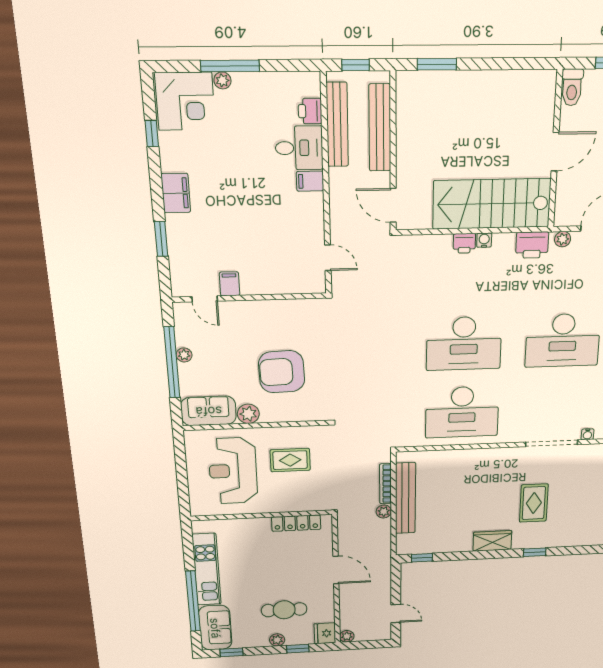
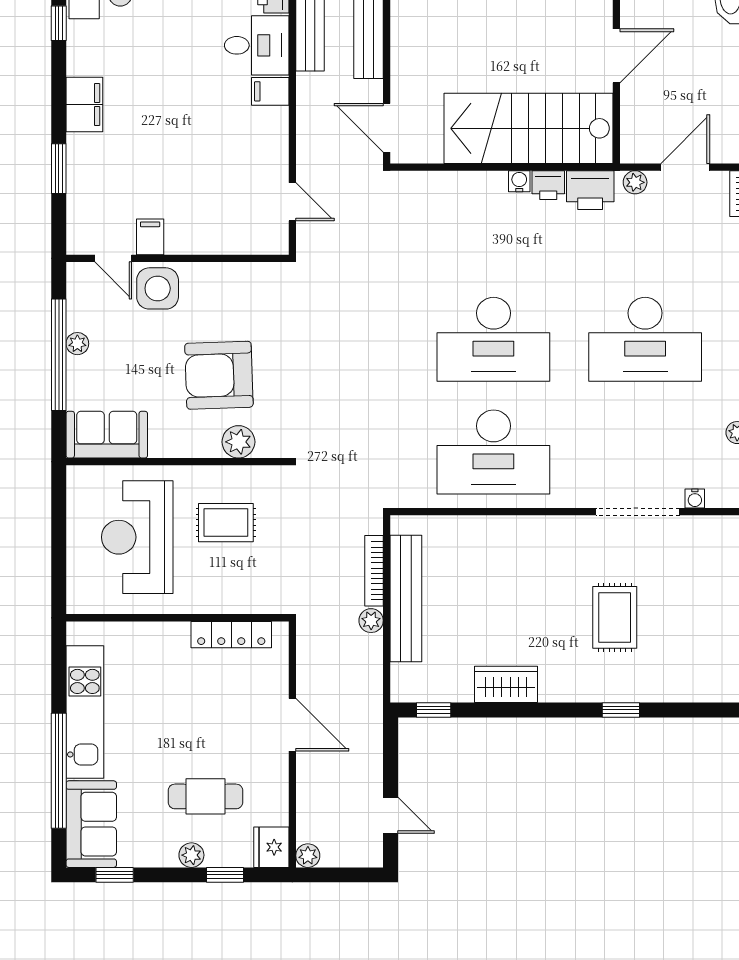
printer: (464, 243) -> (548, 185), moved
side table: (237, 318) -> (158, 288), added
plant: (248, 414) -> (238, 442), moved
wardrobe: (492, 541) -> (506, 684), moved

